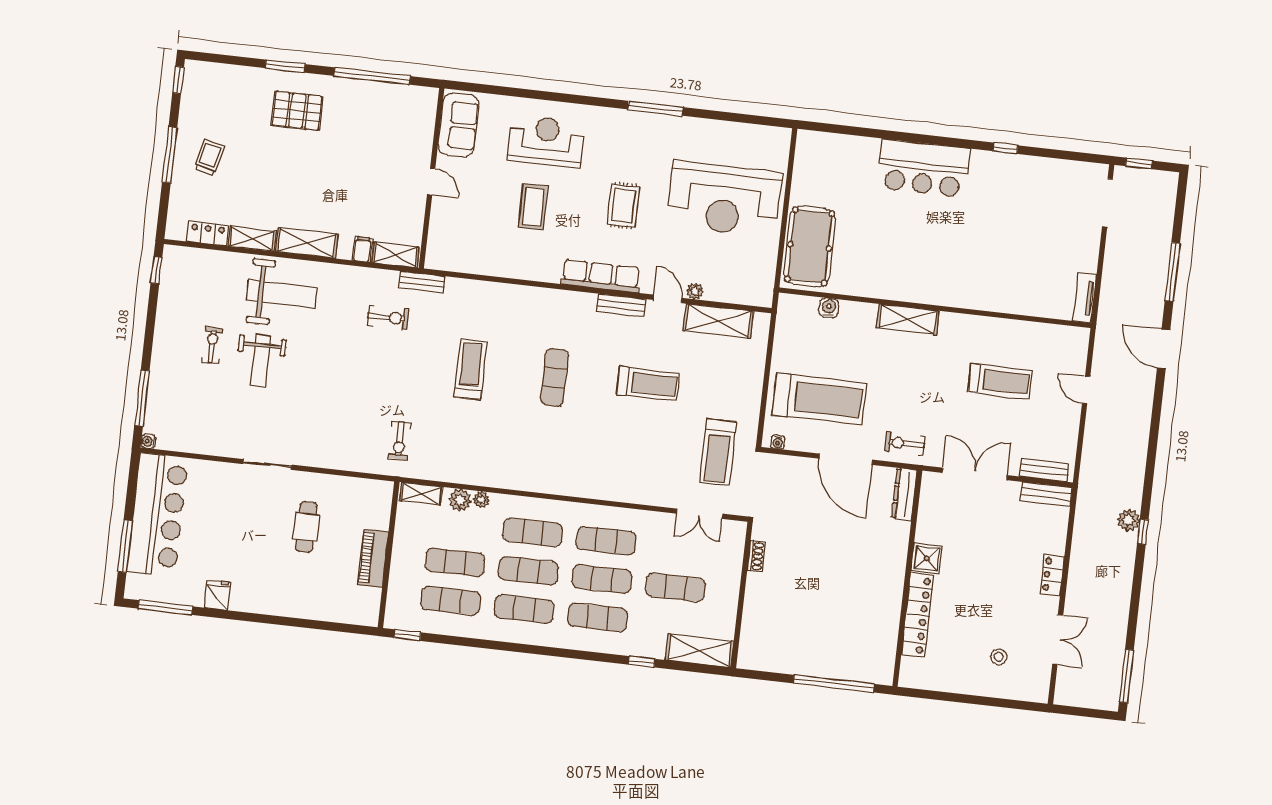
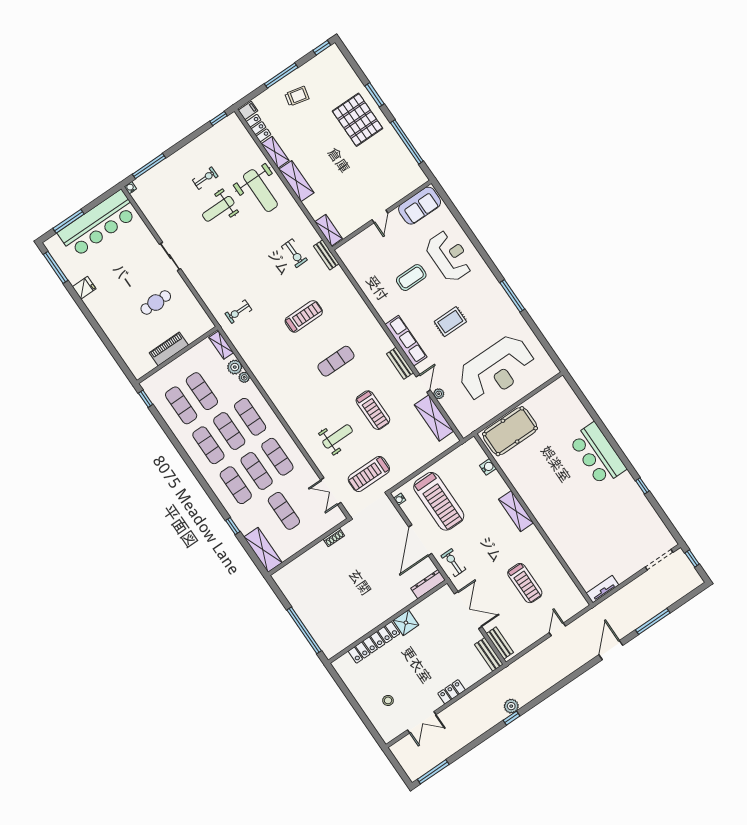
pallet: (297, 111) -> (358, 120), width x1.37, depth x1.41
reception desk: (724, 199) -> (497, 369), turned -90
filing cabinet: (362, 249) -> (248, 111), moved
weight bench: (643, 451) -> (338, 436), added

